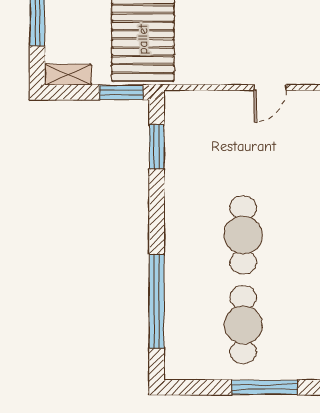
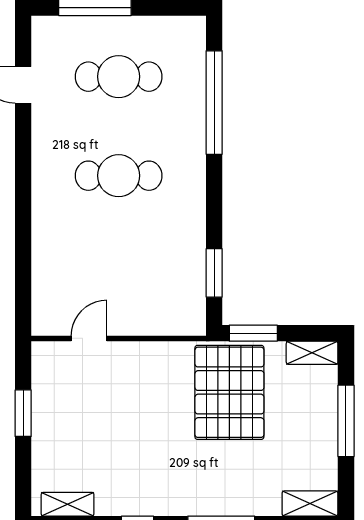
cafe table: (243, 235) -> (119, 176), turned 90
cafe table: (243, 325) -> (119, 77), turned 90

